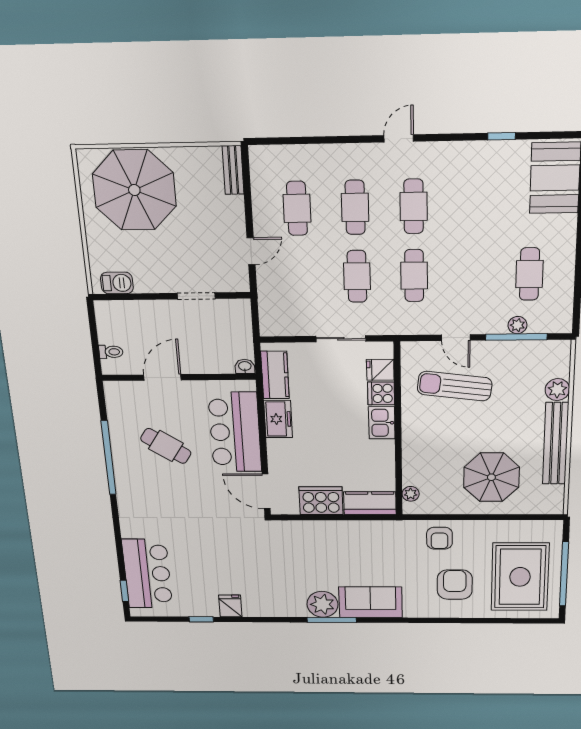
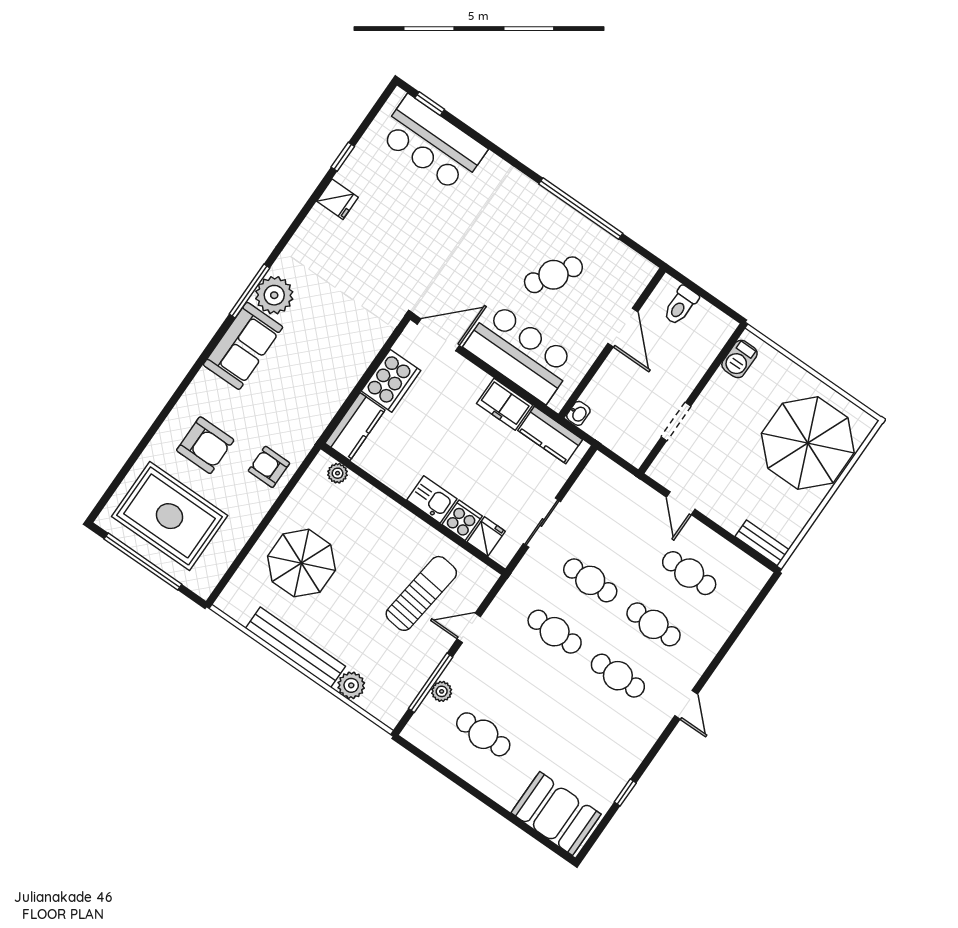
toilet: (111, 352) -> (681, 306), width x1.37, depth x1.39

